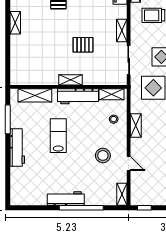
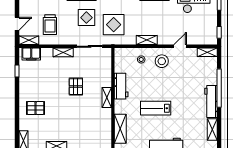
shelving: (112, 94) -> (212, 129), moved
workbench: (78, 96) -> (121, 86), width x0.73
stool: (103, 155) -> (162, 61), moved

